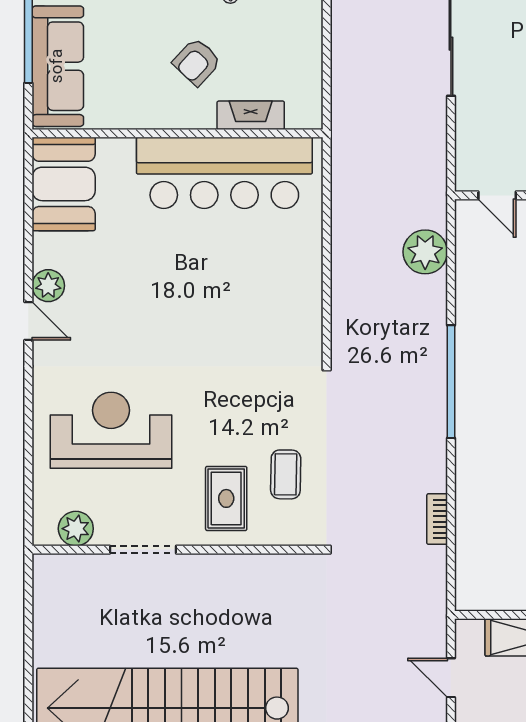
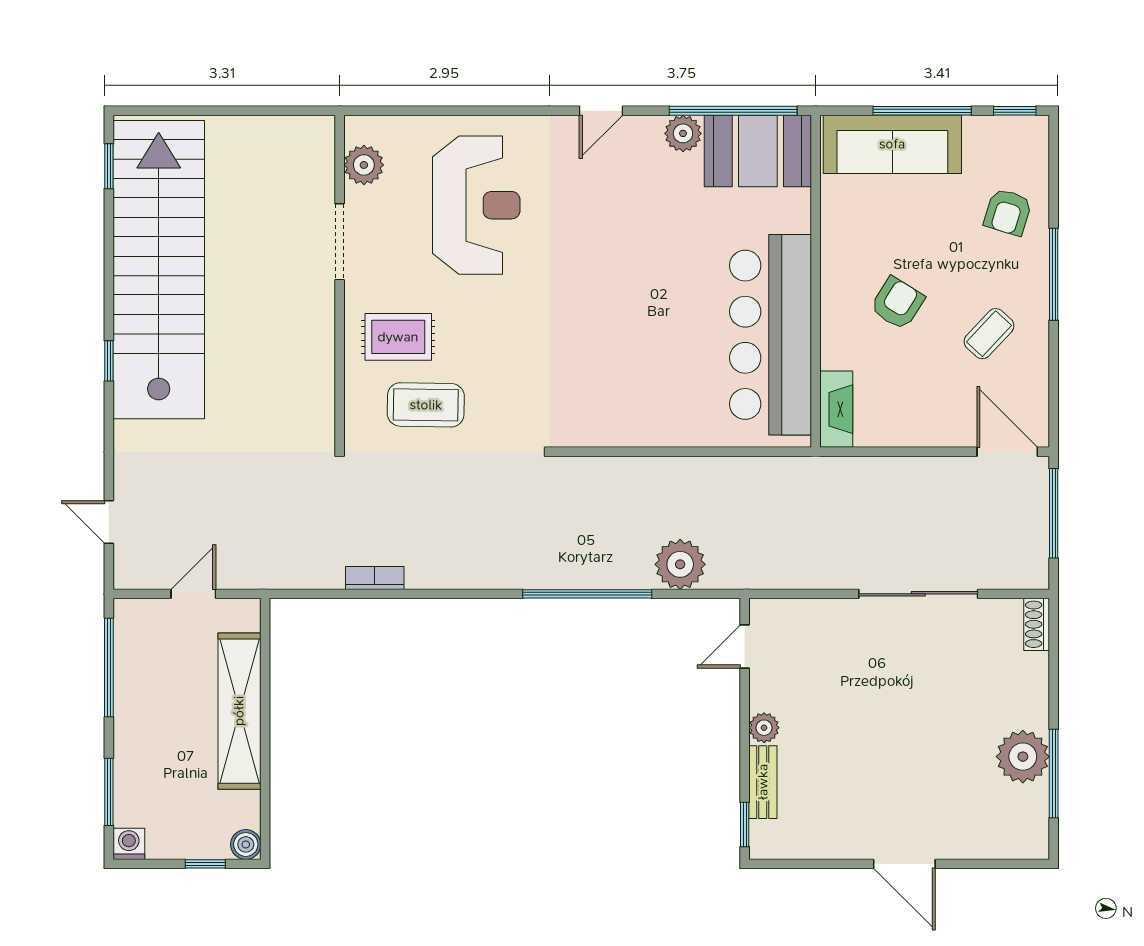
armchair: (197, 62) -> (897, 303), turned 79
fireplace: (251, 115) -> (836, 409), moved
window: (28, 205) -> (733, 111), added
plant: (48, 286) -> (683, 133), moved
window: (451, 382) -> (587, 594), moved
coffee table: (286, 474) -> (426, 405), width x1.36, depth x1.30

